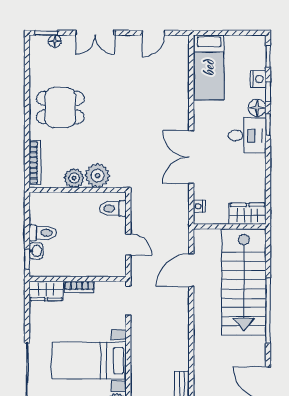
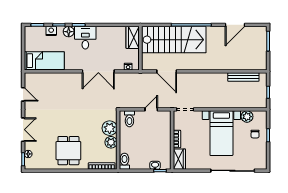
toilet: (43, 233) -> (124, 161), moved

